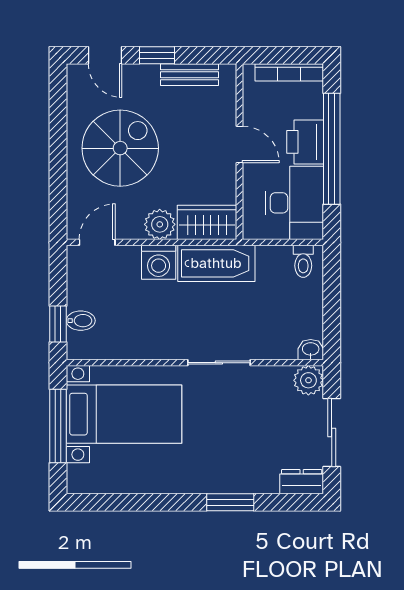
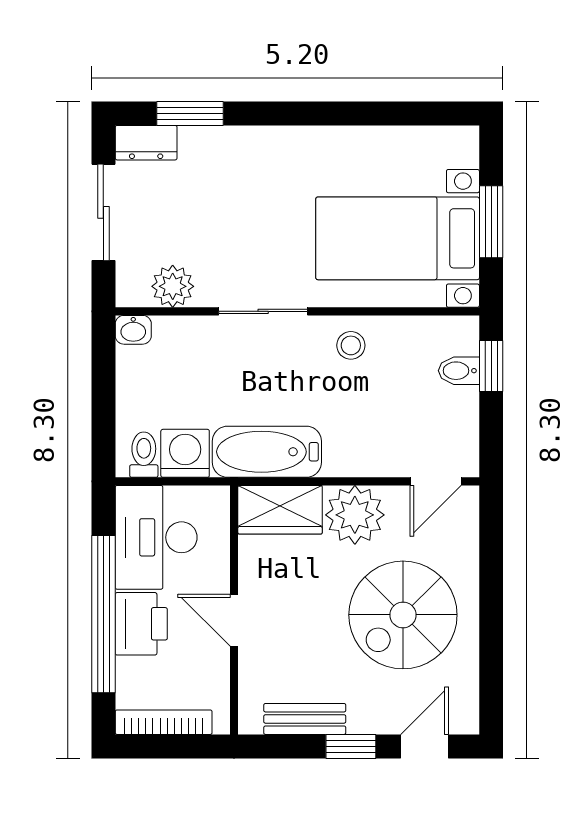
door: (105, 55) -> (424, 746), hinge flipped
plant: (160, 224) -> (355, 515), width x1.36, depth x1.36
washing machine: (159, 262) -> (185, 453), moved
stool: (157, 339) -> (351, 345), added
plant: (308, 380) -> (173, 286), moved
window: (58, 426) -> (491, 222), width x0.69
window: (230, 502) -> (190, 114), moved

